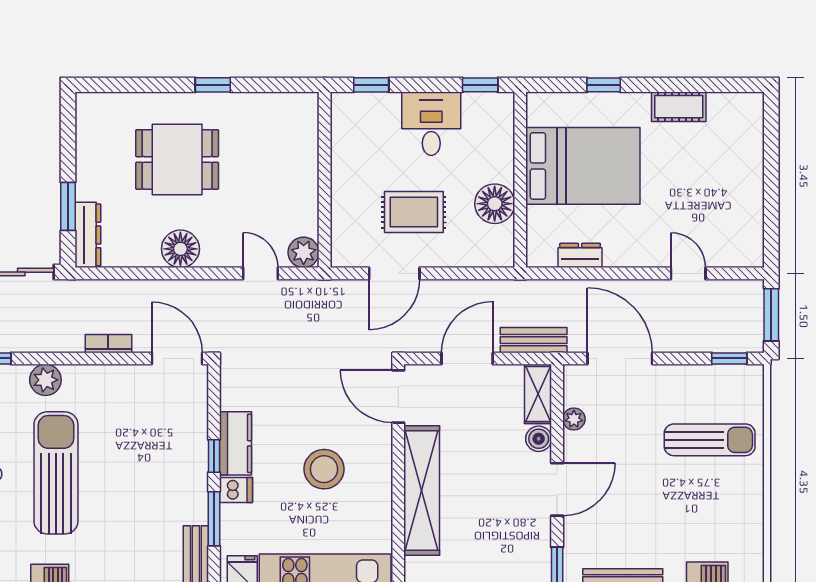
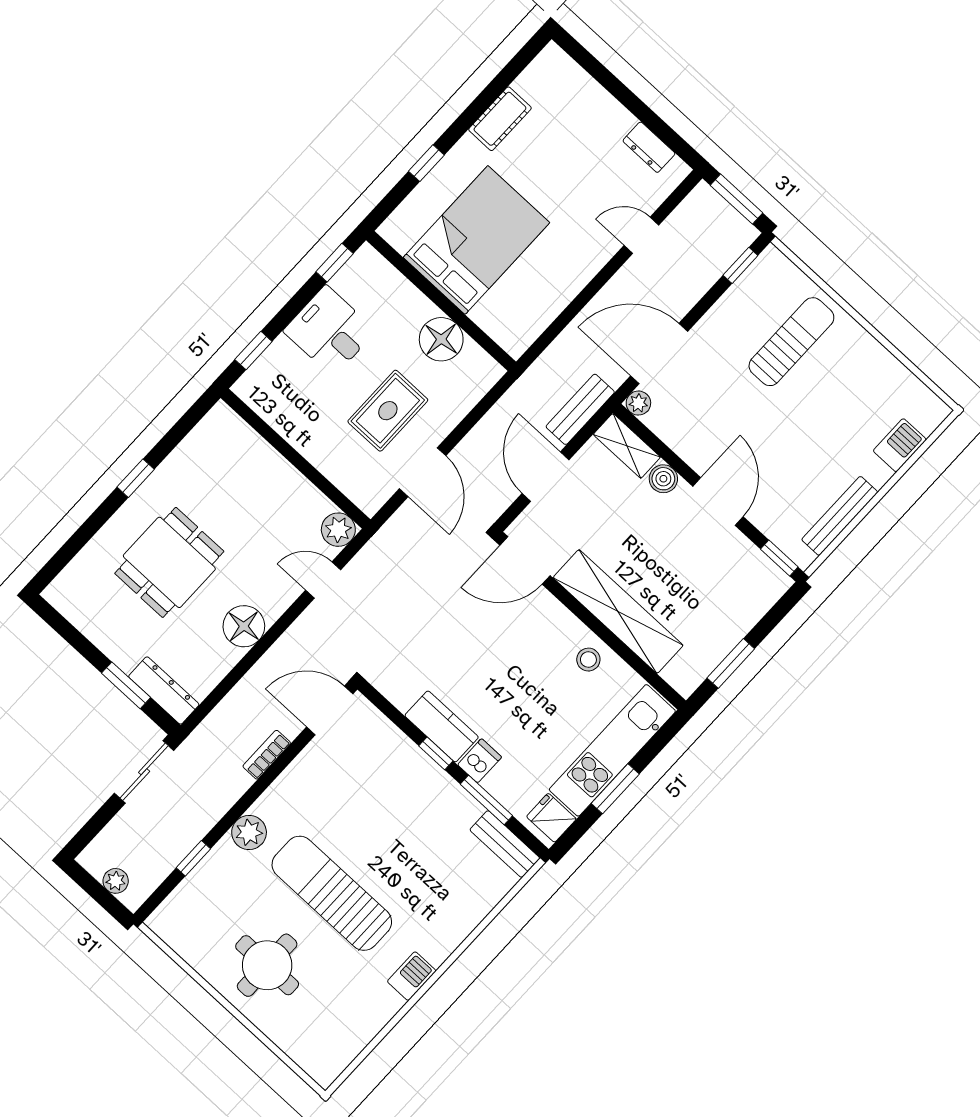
dresser: (580, 255) -> (649, 147), moved, turned -90
plant: (574, 419) -> (638, 403), moved
stool: (324, 469) -> (588, 660), moved, width x0.53, depth x0.53

